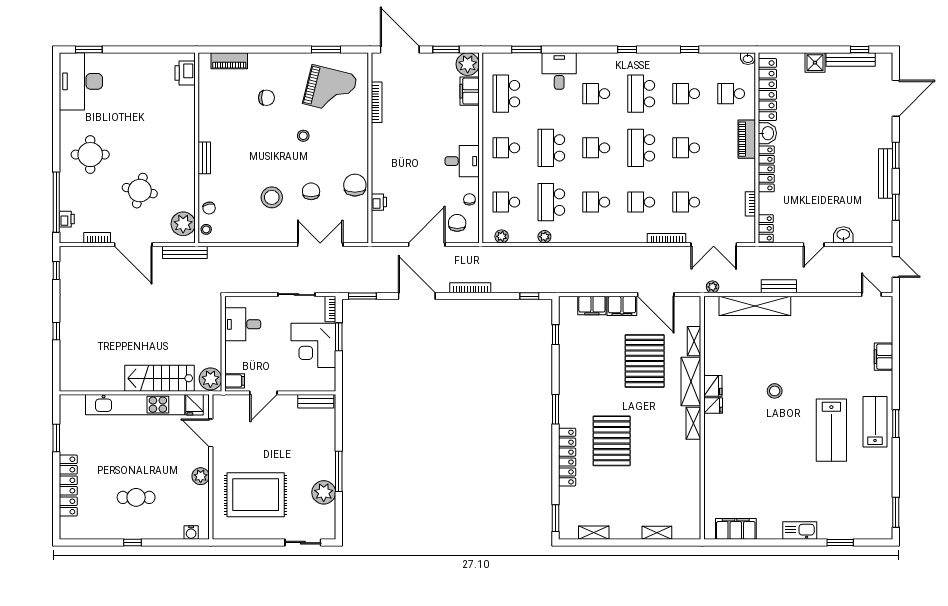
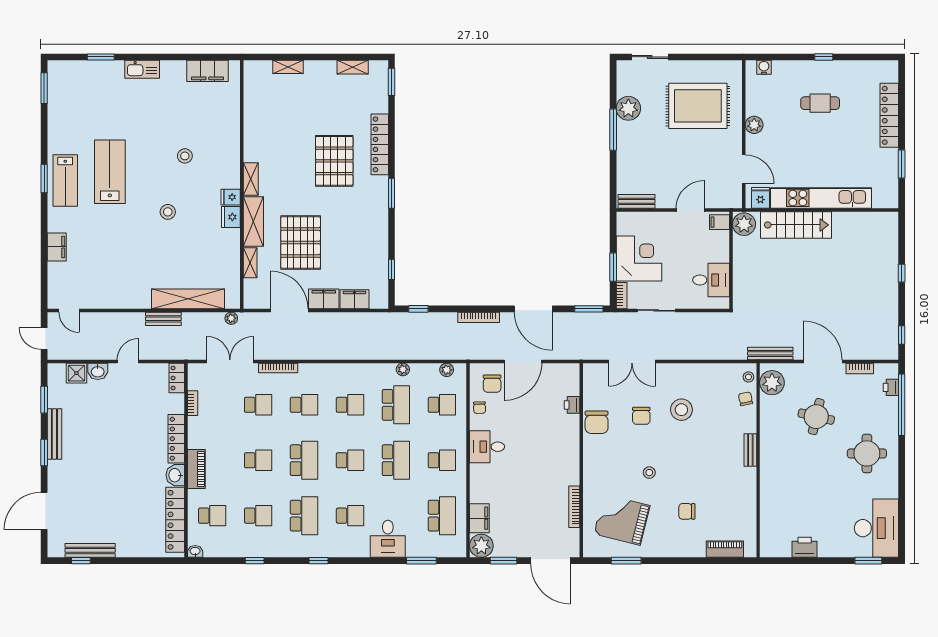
shower: (815, 63) -> (76, 373), moved
printer: (185, 73) -> (805, 547), moved, turned -90
stool: (758, 446) -> (185, 156), added

